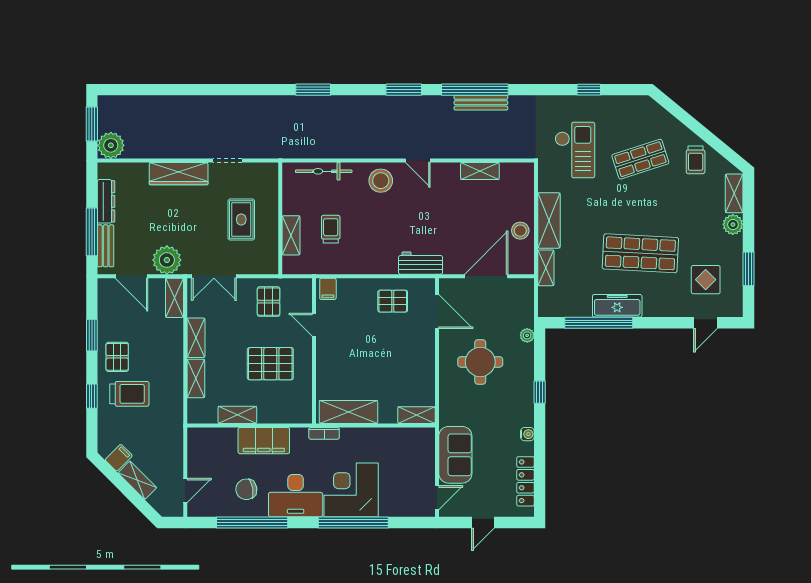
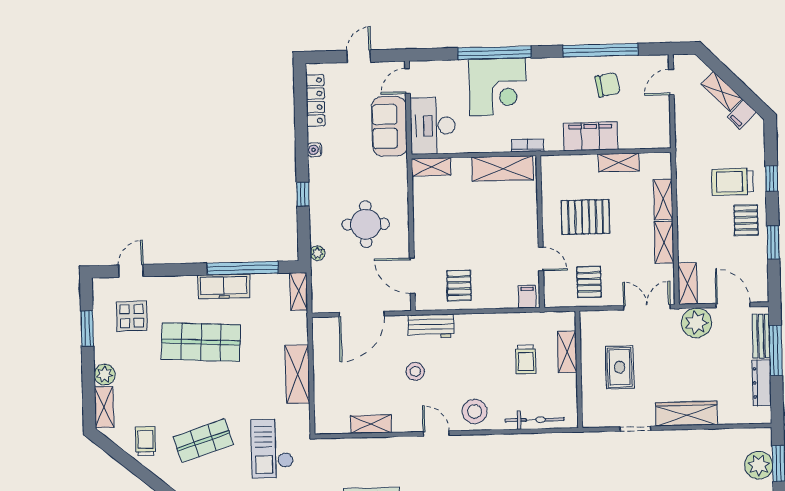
plant: (111, 145) -> (759, 465), moved
stool: (520, 231) -> (415, 371), moved
shelving: (546, 268) -> (299, 292), moved
pallet: (393, 301) -> (459, 286), turned 90
desk: (296, 496) -> (433, 126), moved, turned -90

